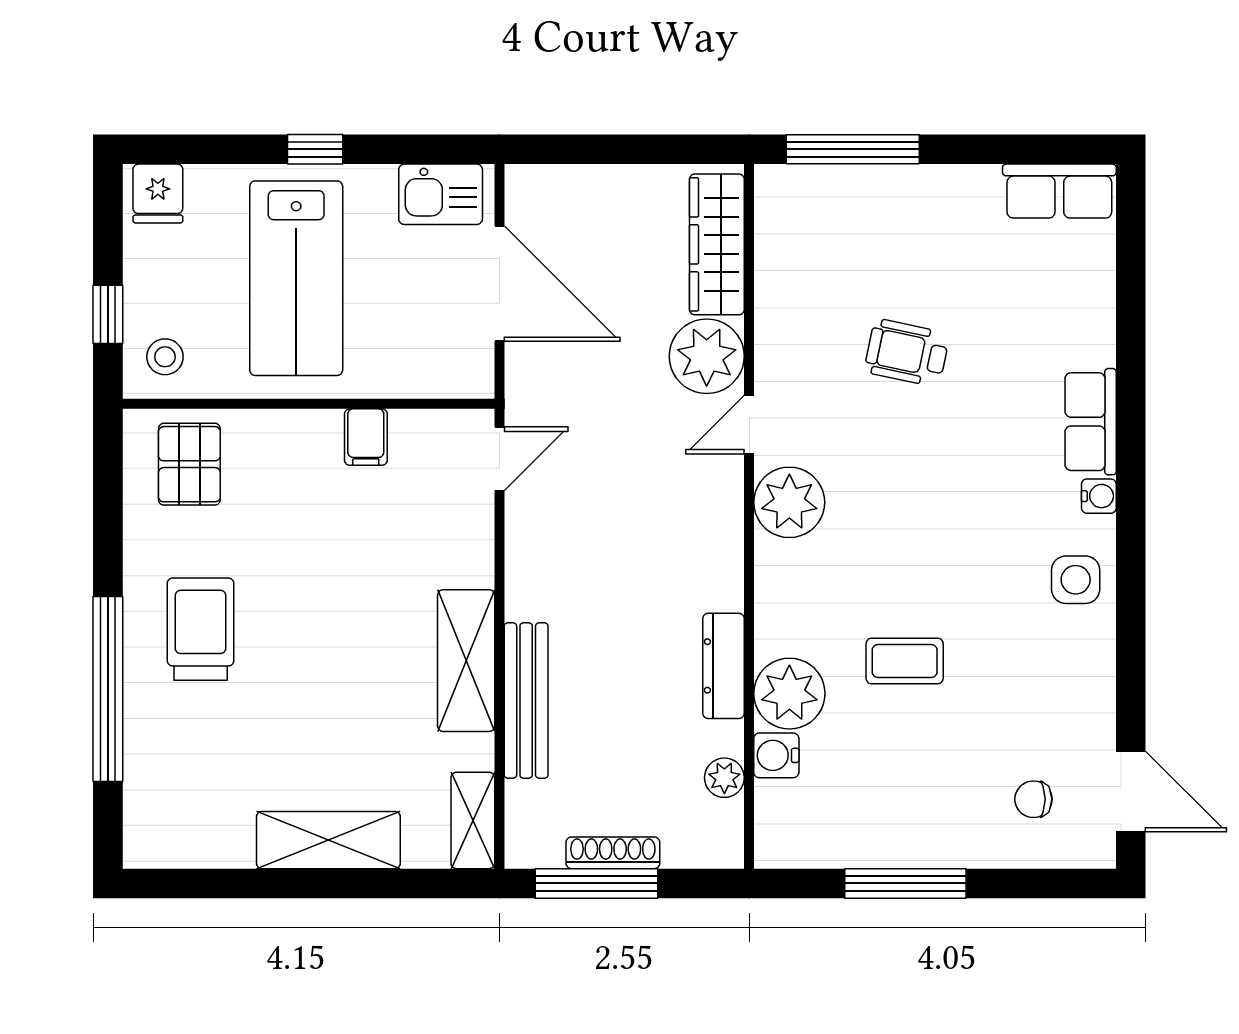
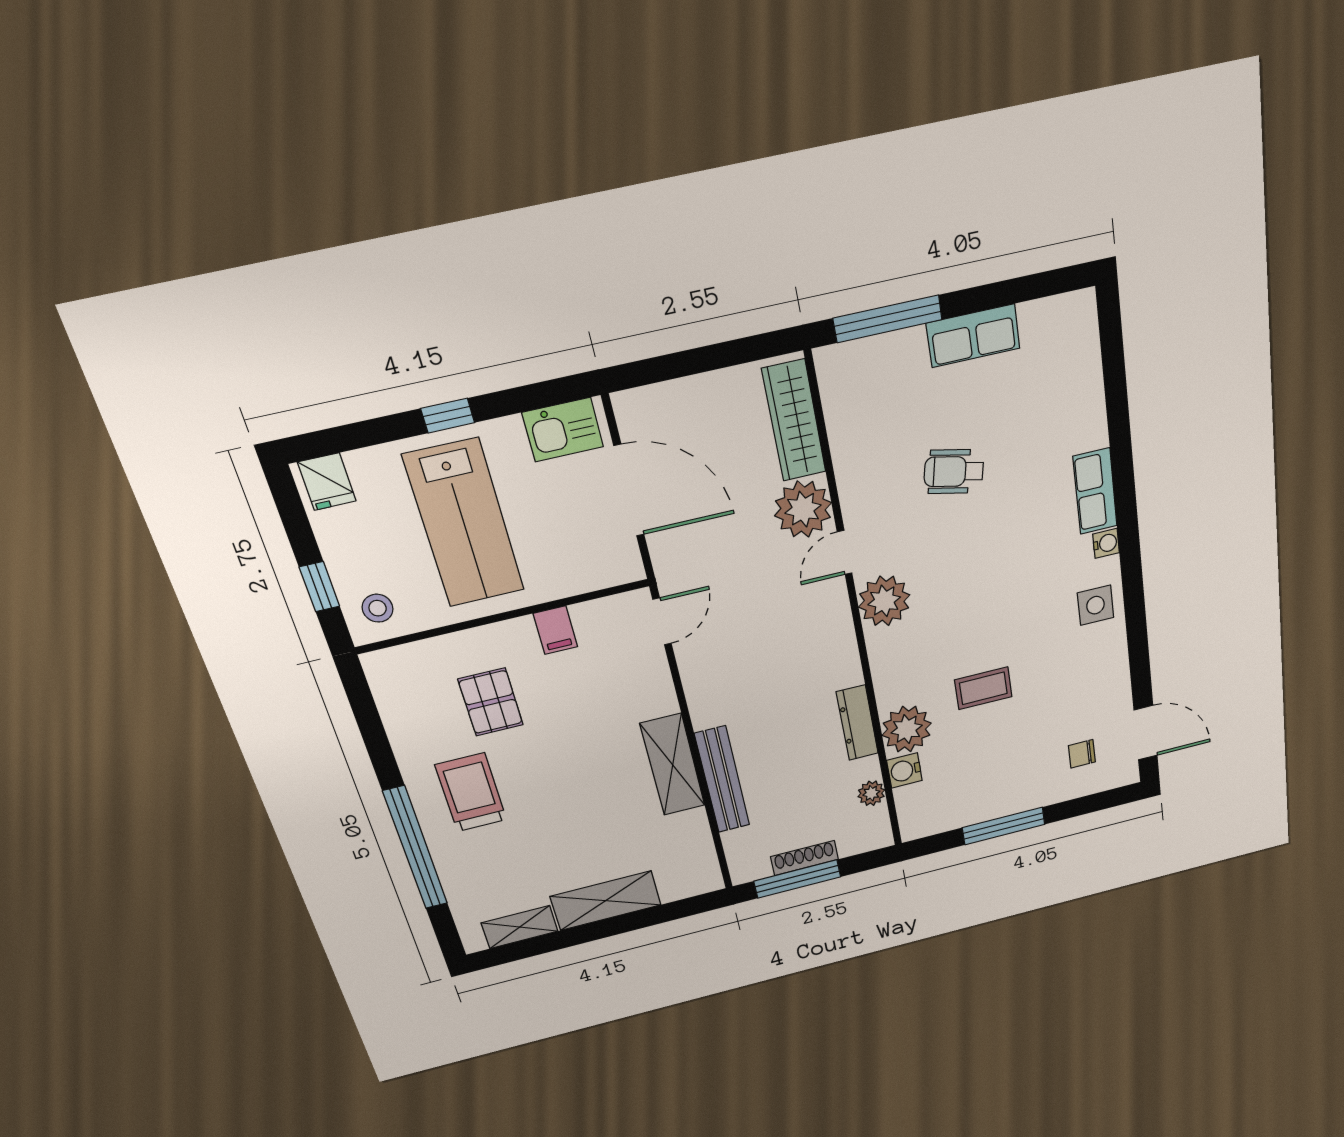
row of seats: (1059, 191) -> (973, 336), moved
pallet: (189, 464) -> (491, 702), moved
shelving: (473, 820) -> (520, 927), moved, turned 90

